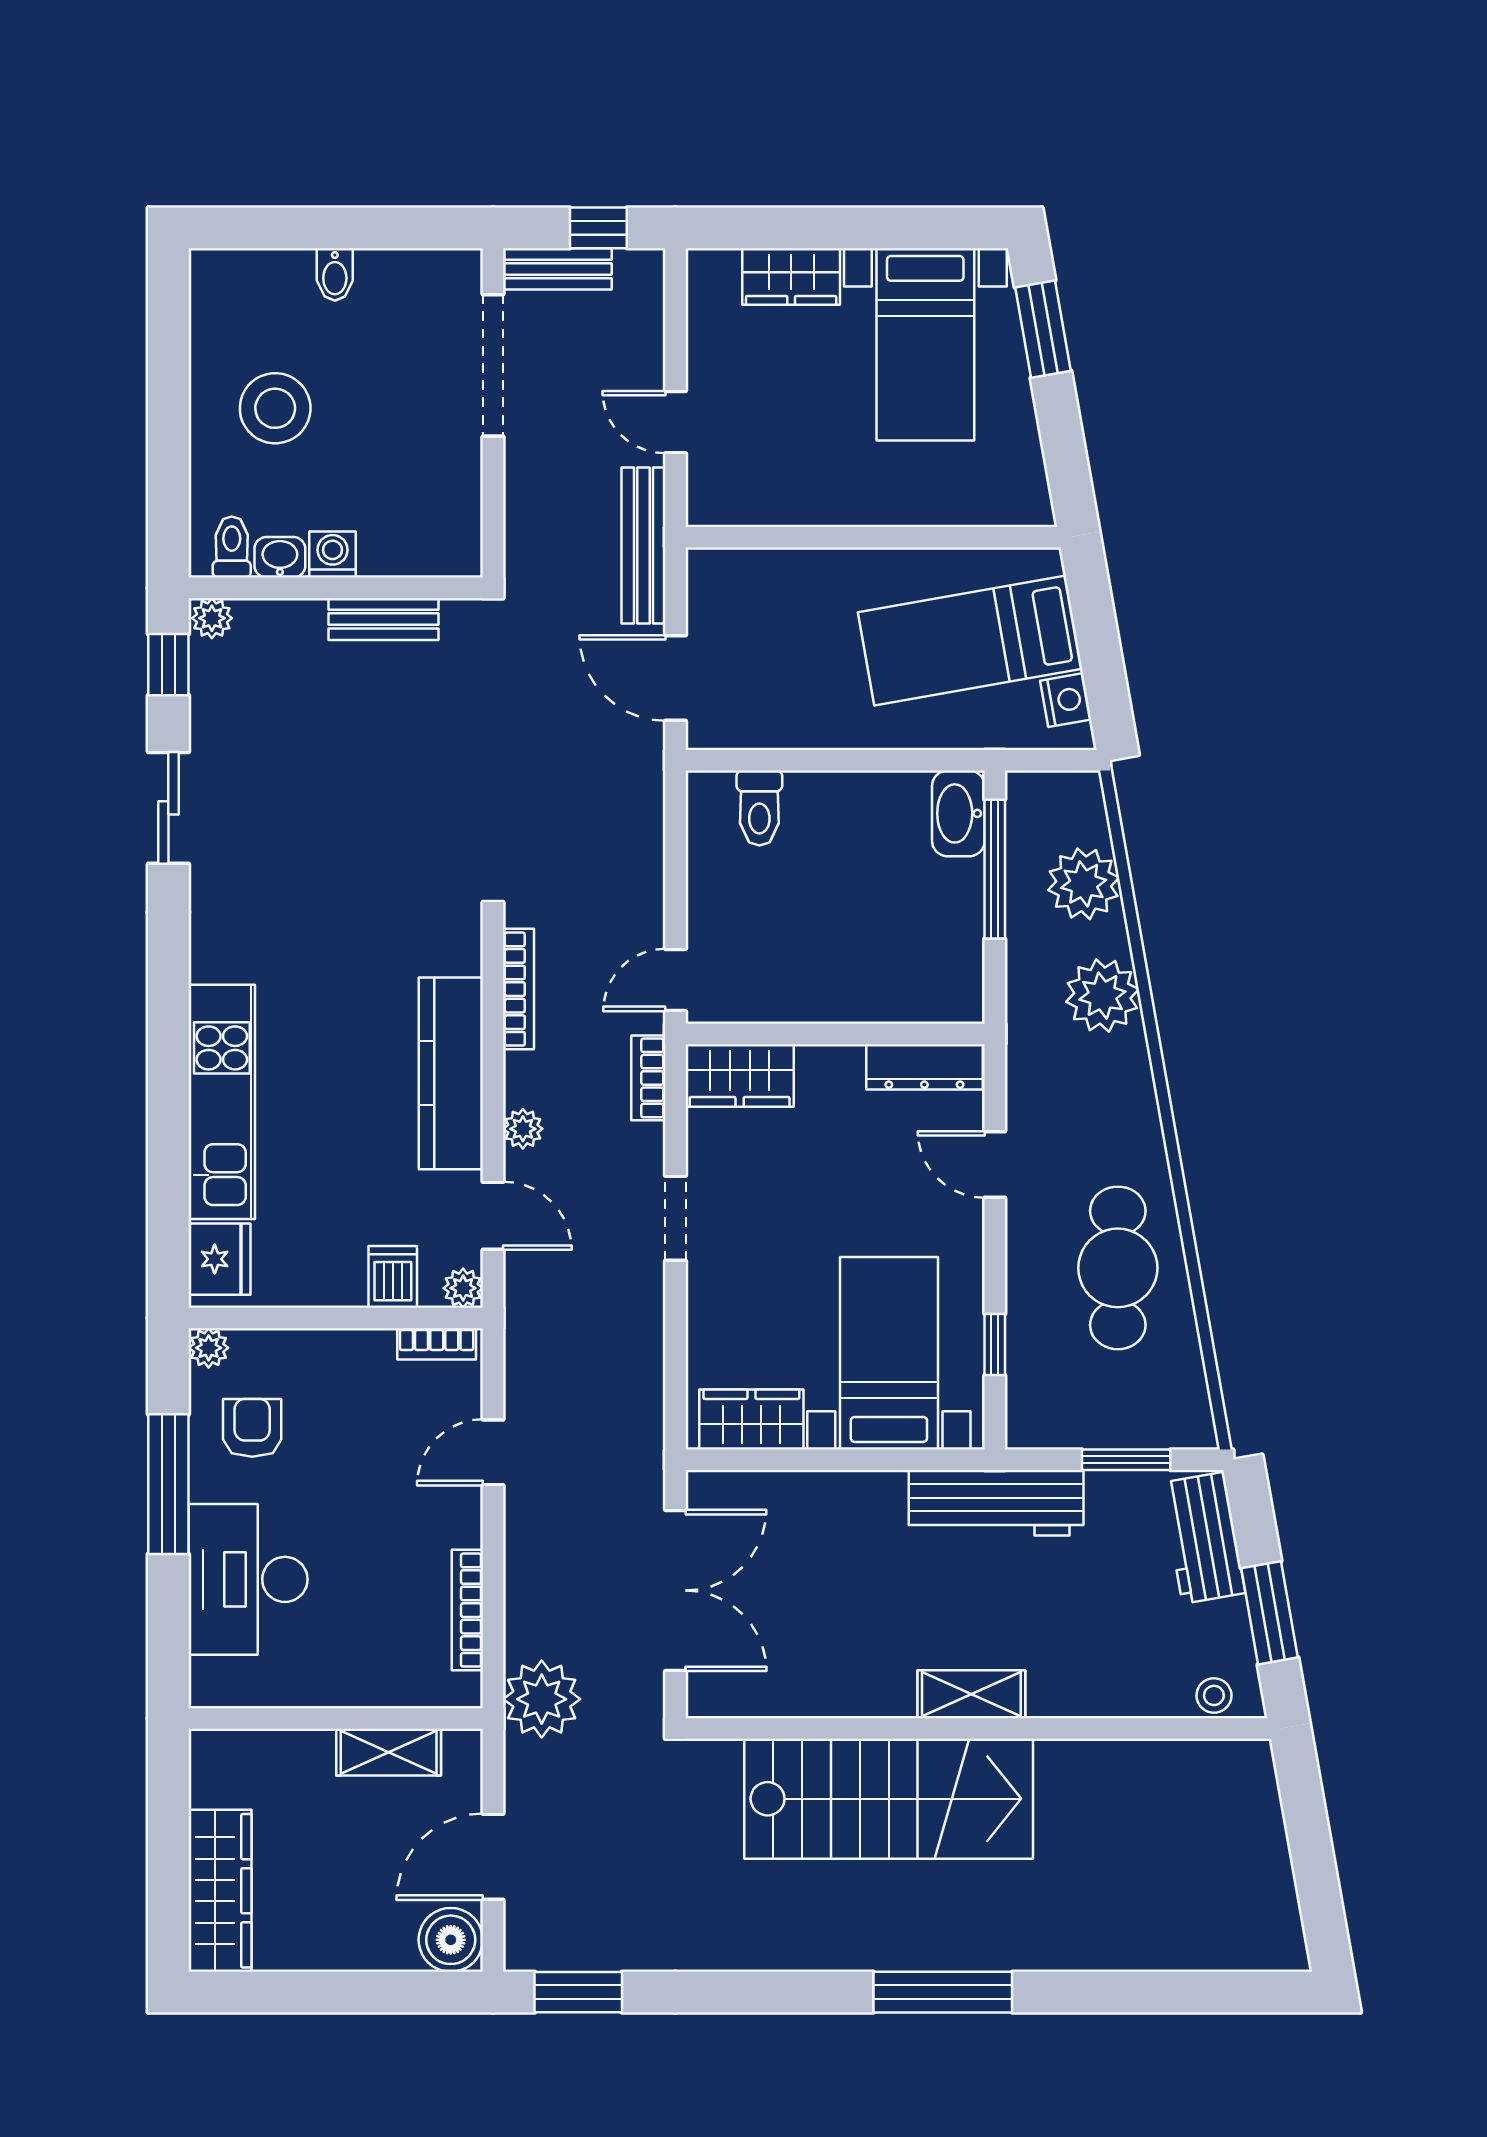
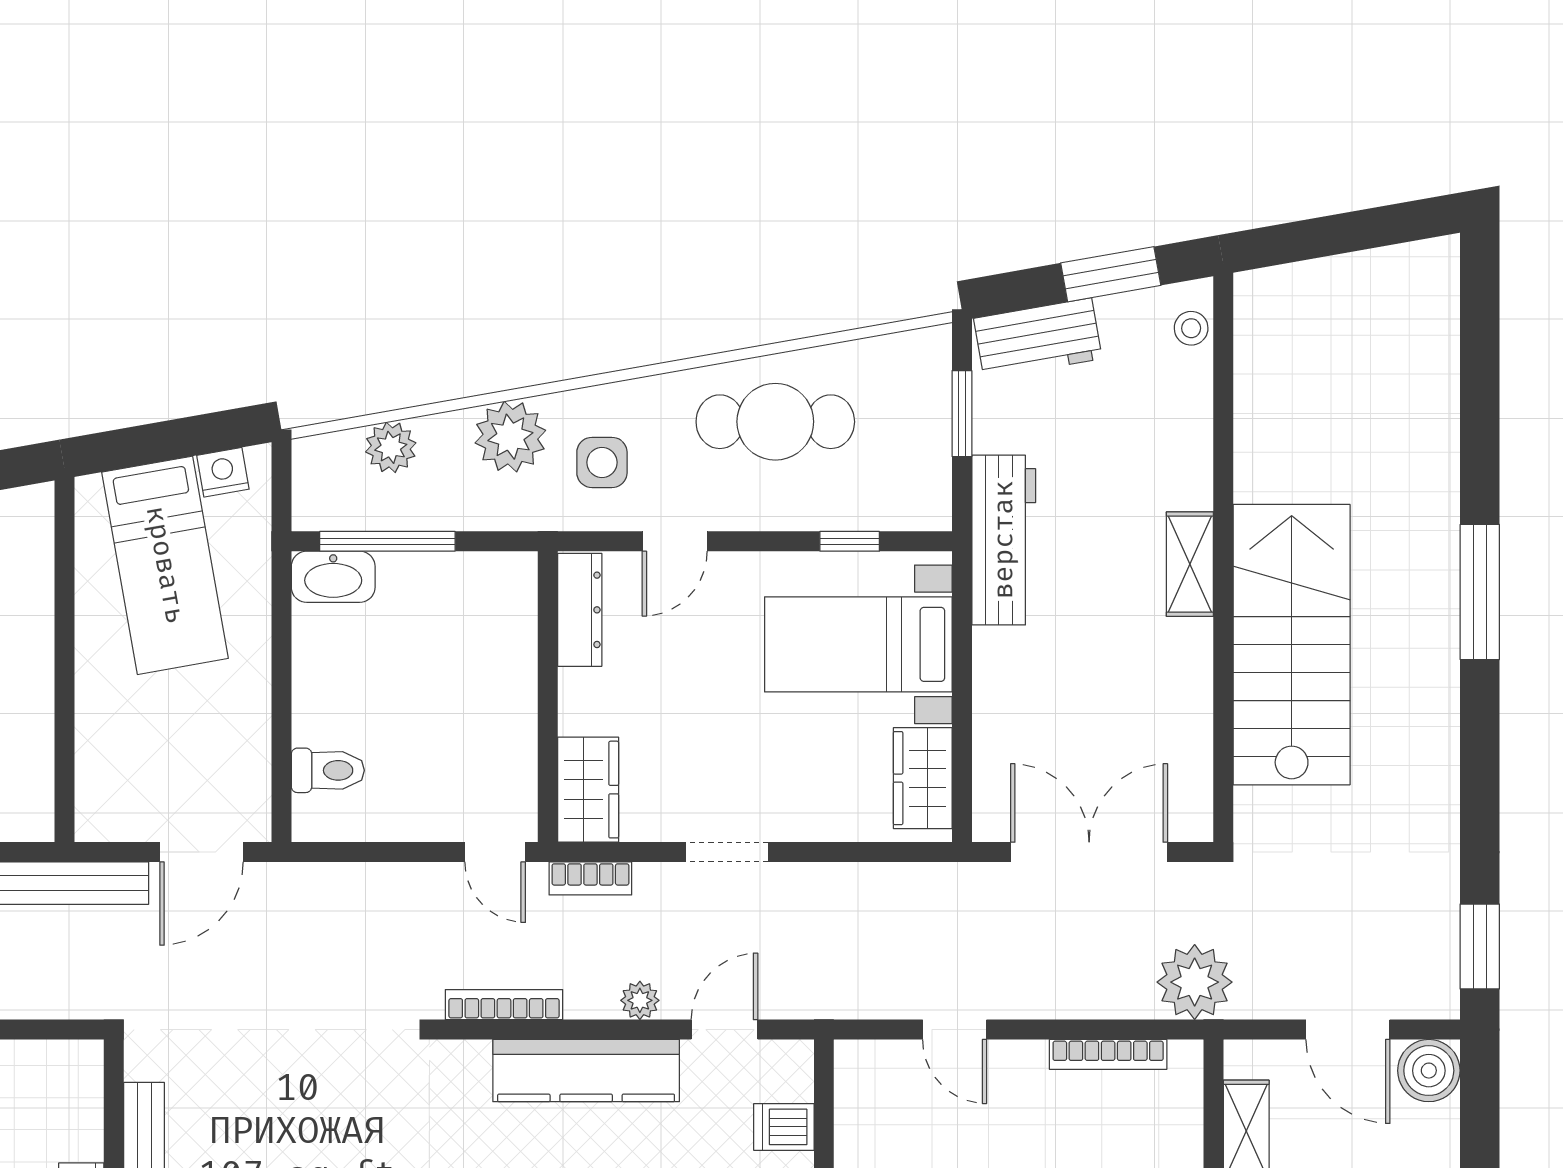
plant: (1084, 884) -> (391, 447), width x0.73, depth x0.73
side table: (1076, 1090) -> (602, 462), added
plant: (463, 1288) -> (795, 1059), removed
bookcase: (437, 1344) -> (849, 1084), removed

